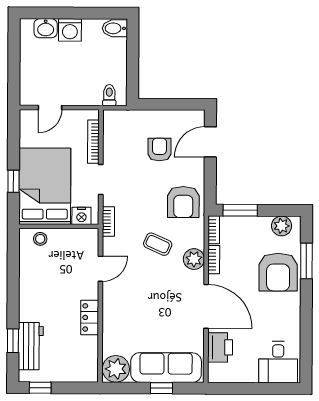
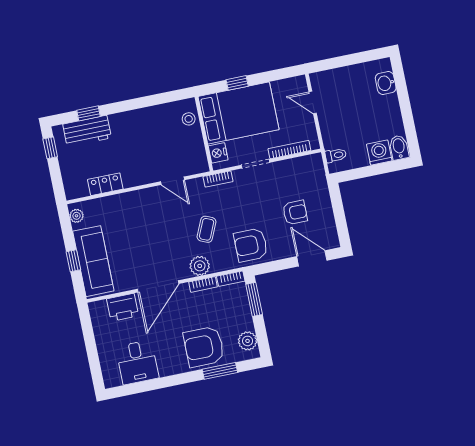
washing machine: (70, 30) -> (379, 153), moved, turned 90
locker: (90, 317) -> (105, 184), moved
desk: (278, 362) -> (137, 362), moved, turned -90
plant: (116, 369) -> (77, 216), width x0.53, depth x0.53

